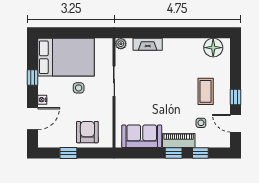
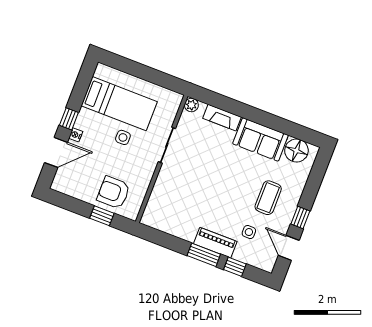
bed: (66, 57) -> (119, 104), width x0.67
window: (33, 77) -> (69, 119), moved
armchair: (87, 132) -> (113, 192), turned -90
sofa: (142, 136) -> (260, 139), moved, turned 180
window: (68, 153) -> (102, 216), moved
window: (174, 153) -> (204, 255), width x1.50

